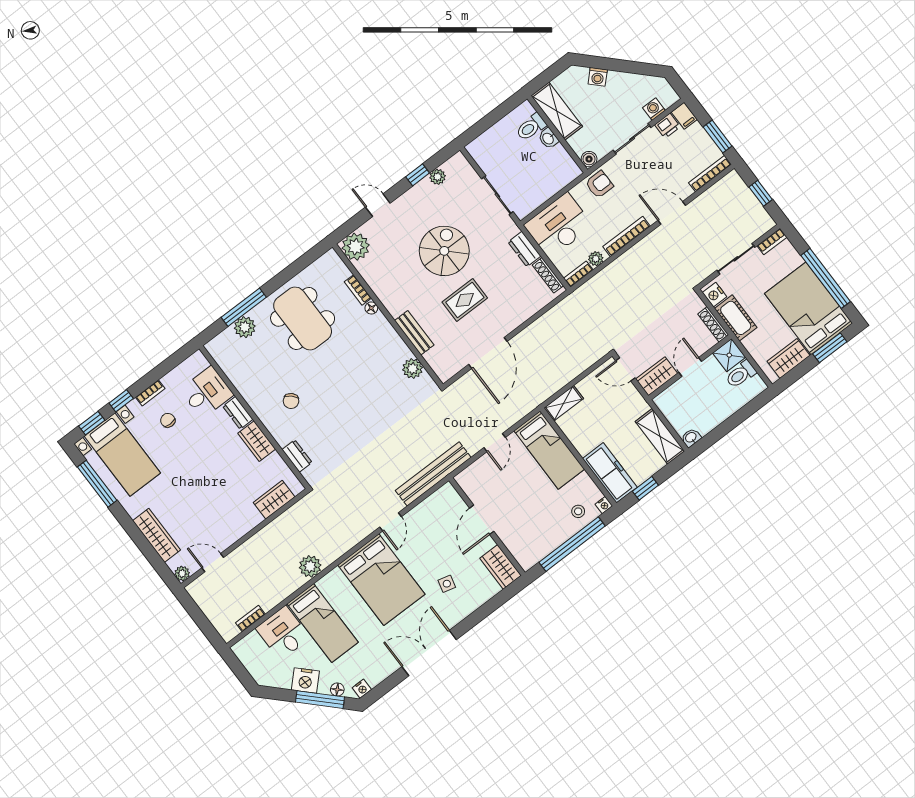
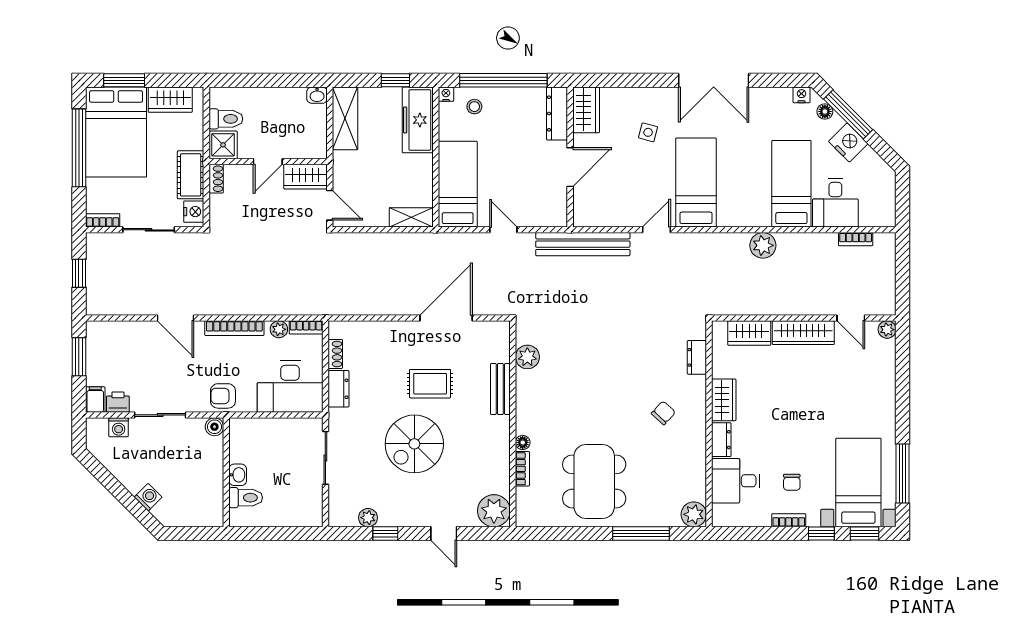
shelving: (557, 111) -> (210, 494), removed
bookcase: (710, 174) -> (112, 327), removed
shoe rack: (548, 275) -> (335, 354), width x0.70
shoe rack: (713, 324) -> (216, 179), width x0.70
plant: (245, 327) -> (694, 514), moved
door: (495, 443) -> (503, 230), hinge flipped
wardrobe: (156, 535) -> (803, 333), moved, turned -90
dresser: (518, 549) -> (557, 114), added
bed: (381, 580) -> (696, 182), width x0.67

